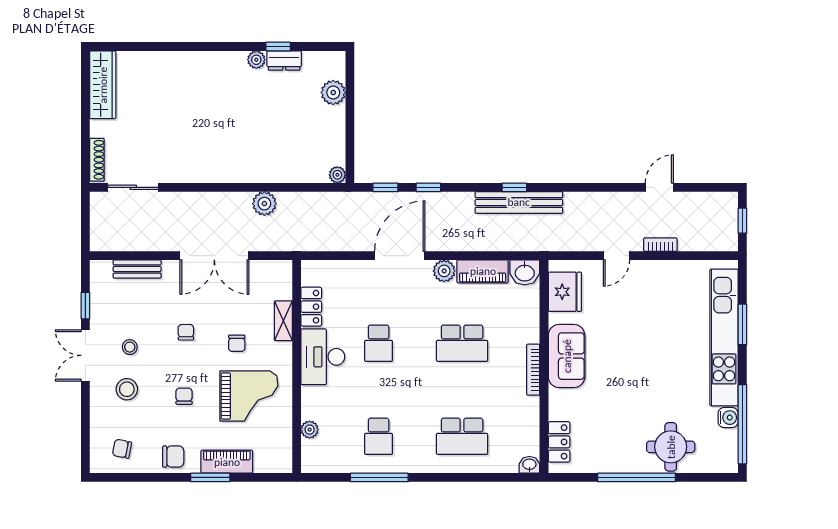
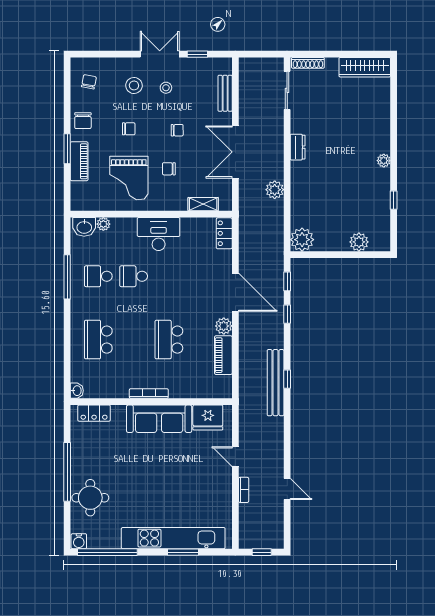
plant: (256, 60) -> (384, 161), moved
dresser: (284, 60) -> (298, 147), moved, turned 180
plant: (337, 175) -> (302, 240), width x1.88, depth x1.88
washbasin: (525, 272) -> (84, 227), moved, turned -90
locker: (311, 307) -> (224, 233), moved, turned 90
shelving: (283, 321) -> (203, 204), moved
school desk: (379, 343) -> (134, 276), moved
sofa: (567, 356) -> (159, 419), width x1.36
water cooler: (728, 418) -> (79, 541), moved

